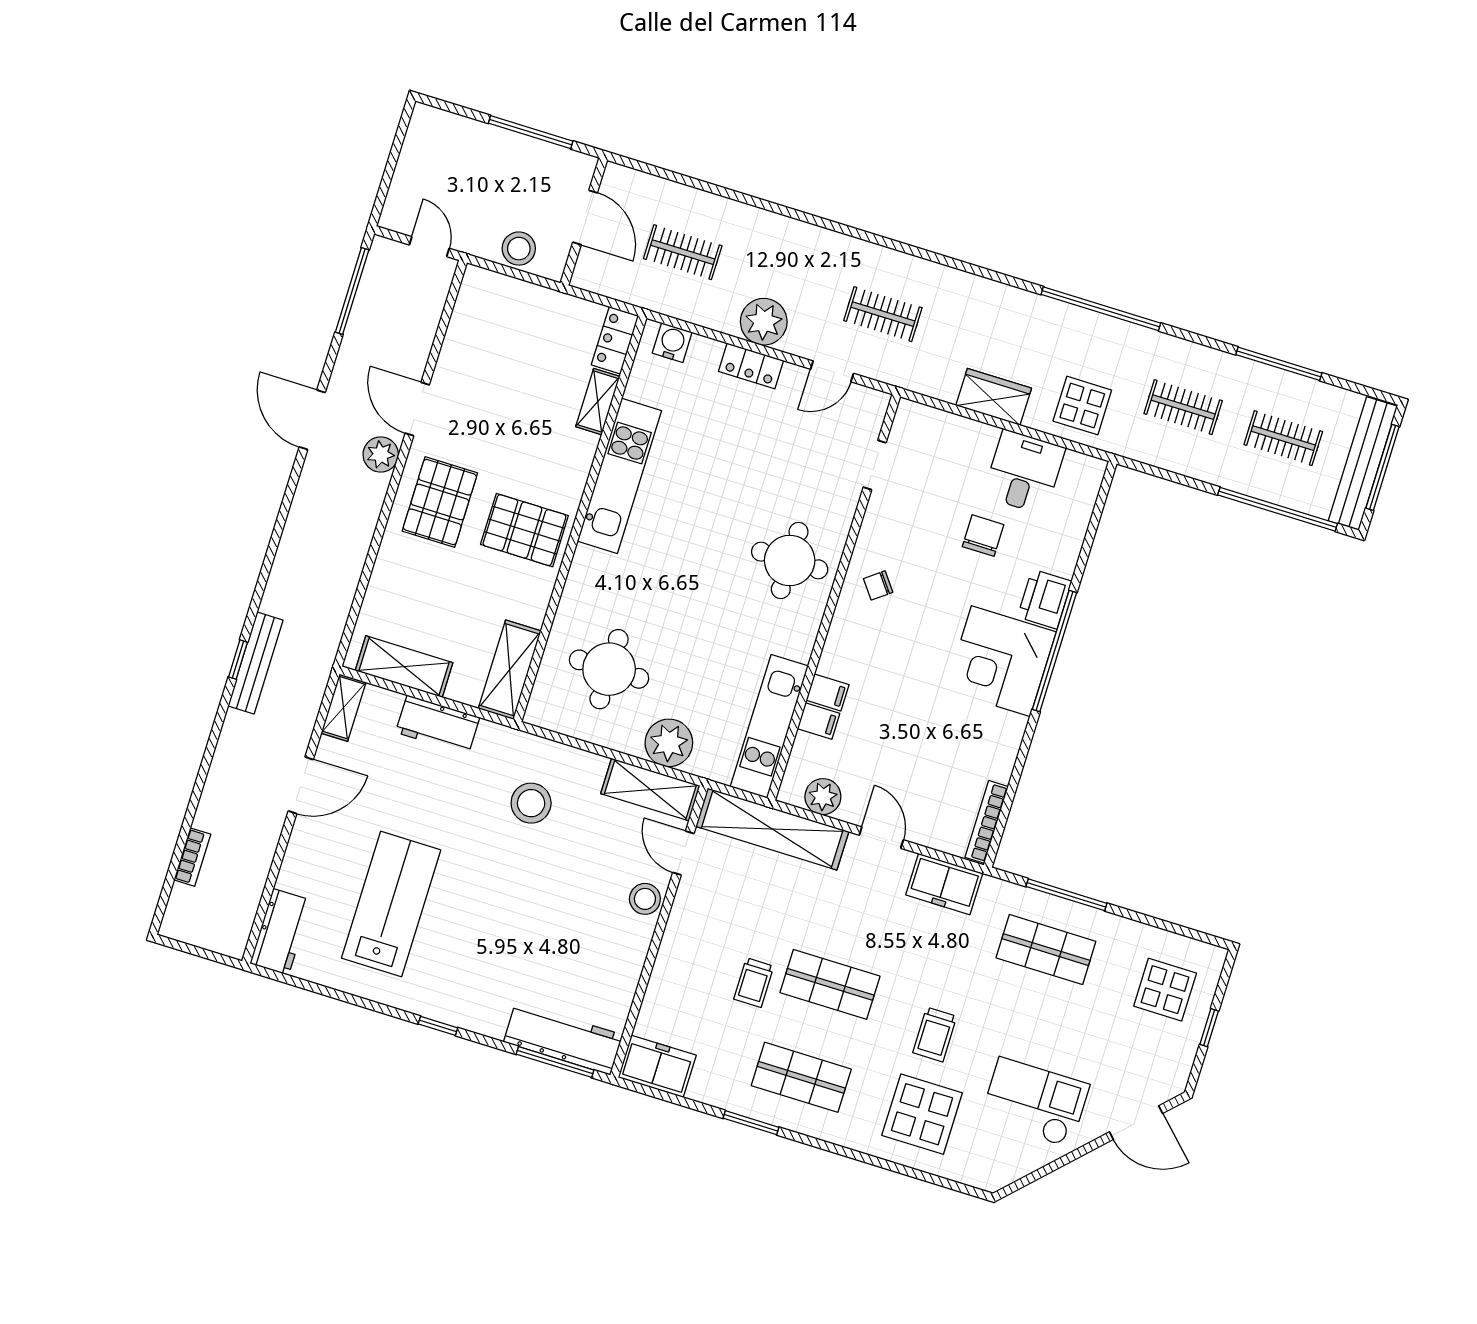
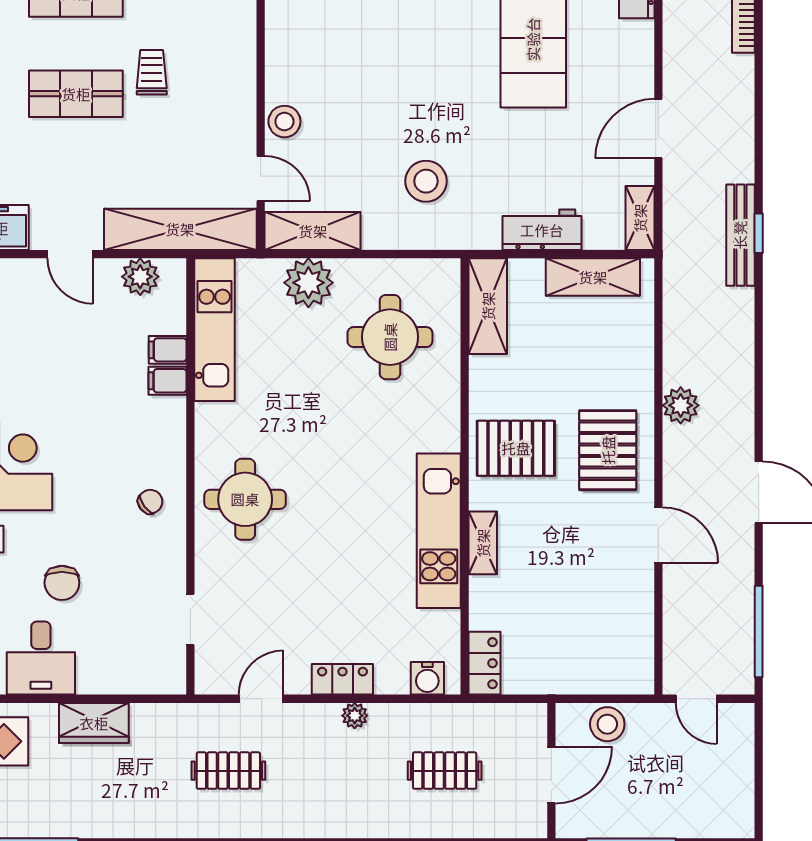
door: (585, 217) -> (551, 775), swing flipped
plant: (764, 322) -> (355, 716), width x0.53, depth x0.53
shelving: (598, 402) -> (483, 543), moved
plant: (381, 455) -> (681, 405), moved

